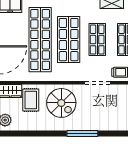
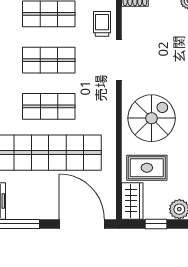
shop shelf: (69, 40) -> (49, 106), width x0.70, depth x0.74

